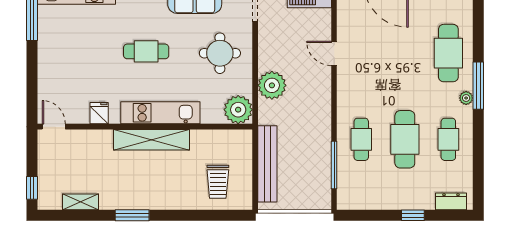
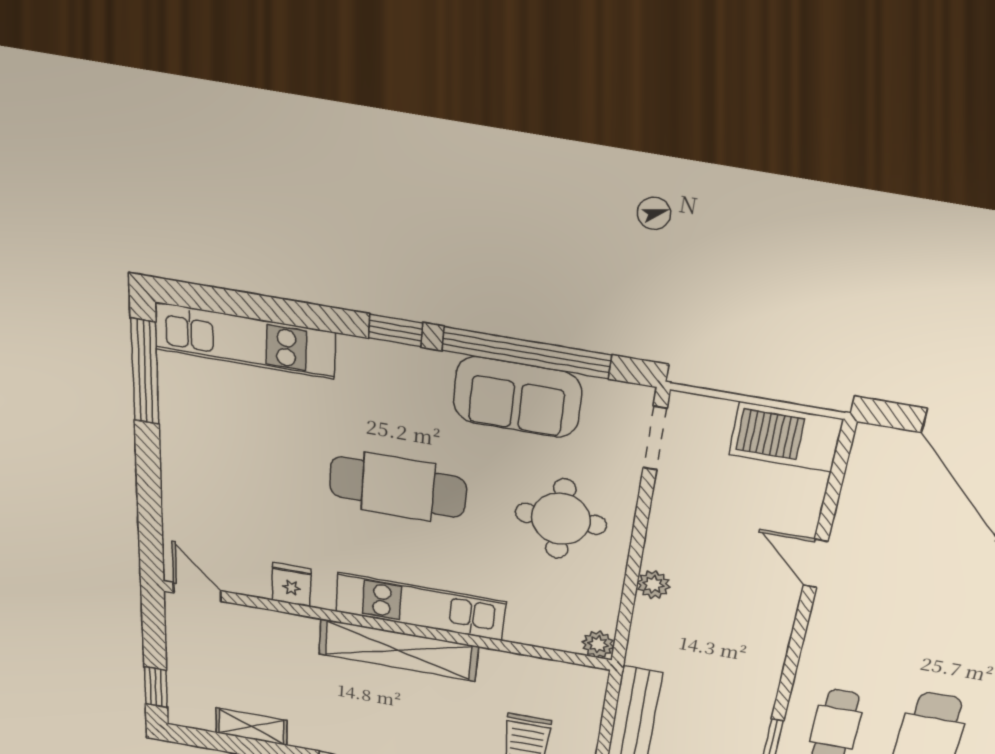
cafe table: (146, 51) -> (398, 487), width x1.37, depth x1.35
plant: (272, 85) -> (653, 585), width x0.53, depth x0.53
plant: (238, 110) -> (598, 644), width x0.53, depth x0.53

